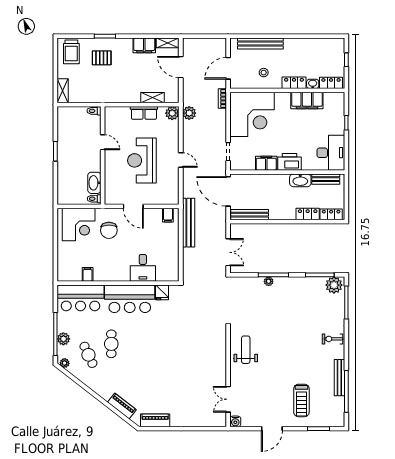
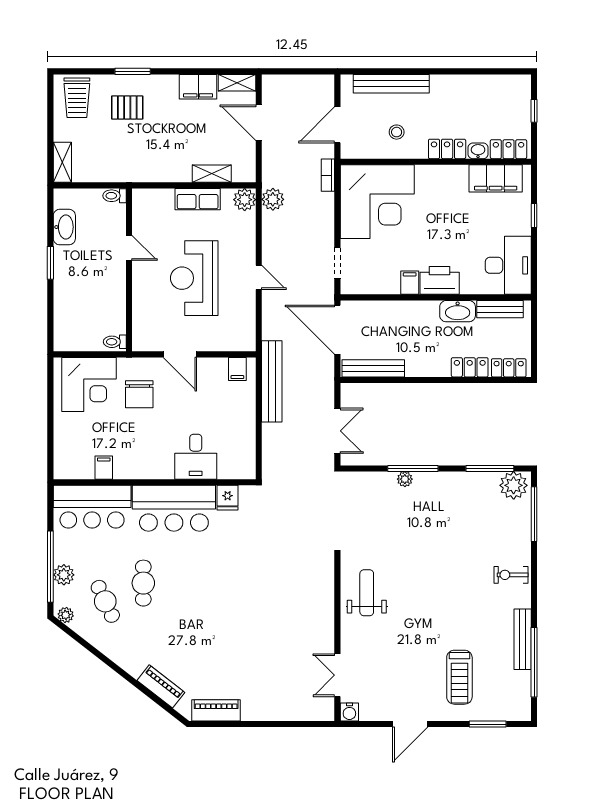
filing cabinet: (307, 100) -> (496, 178), moved
filing cabinet: (266, 163) -> (410, 283), width x0.50
washbasin: (94, 183) -> (64, 227), moved, turned 180

